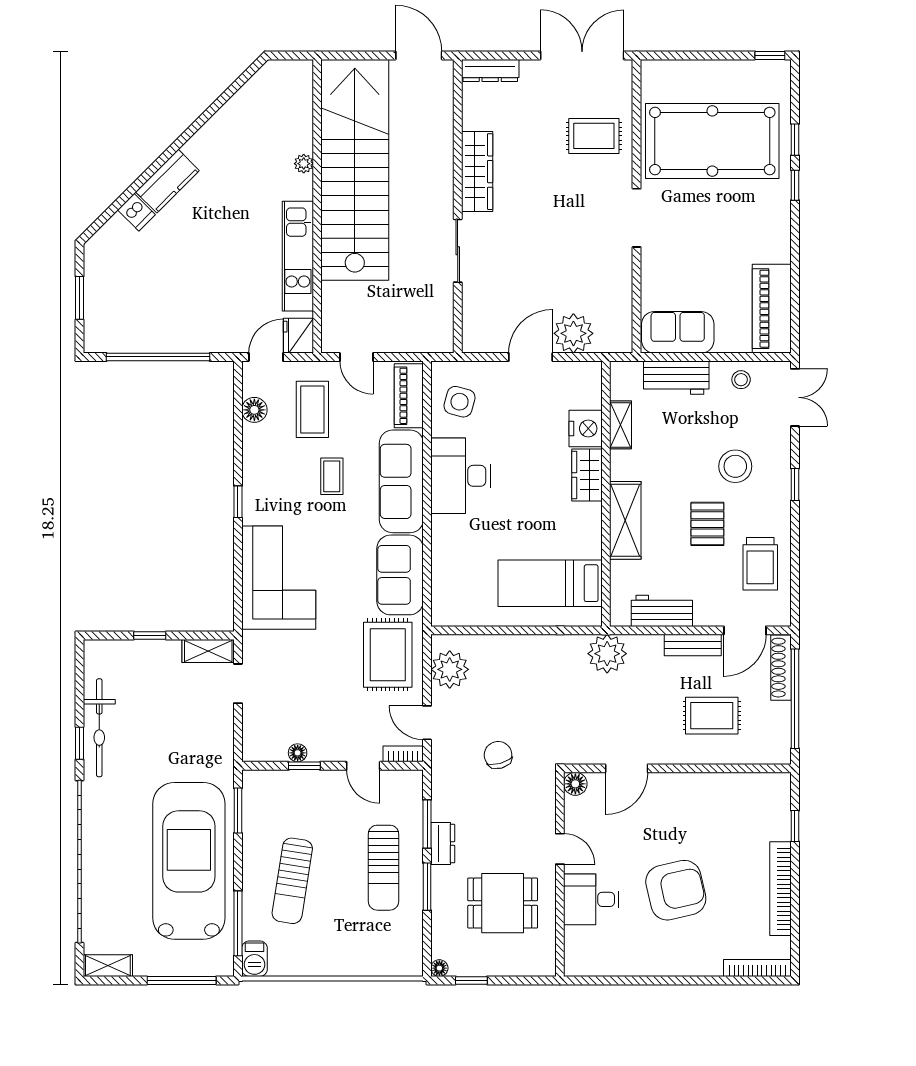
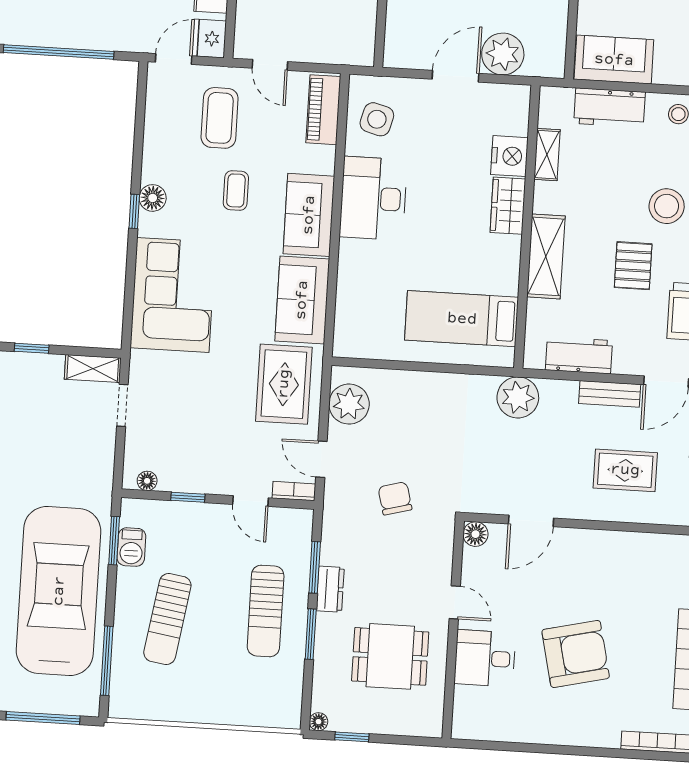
floor lamp: (254, 410) -> (153, 198), moved
sofa: (401, 481) -> (309, 215), width x0.73
floor lamp: (298, 753) -> (147, 481), moved
barbecue: (254, 959) -> (131, 547), moved

